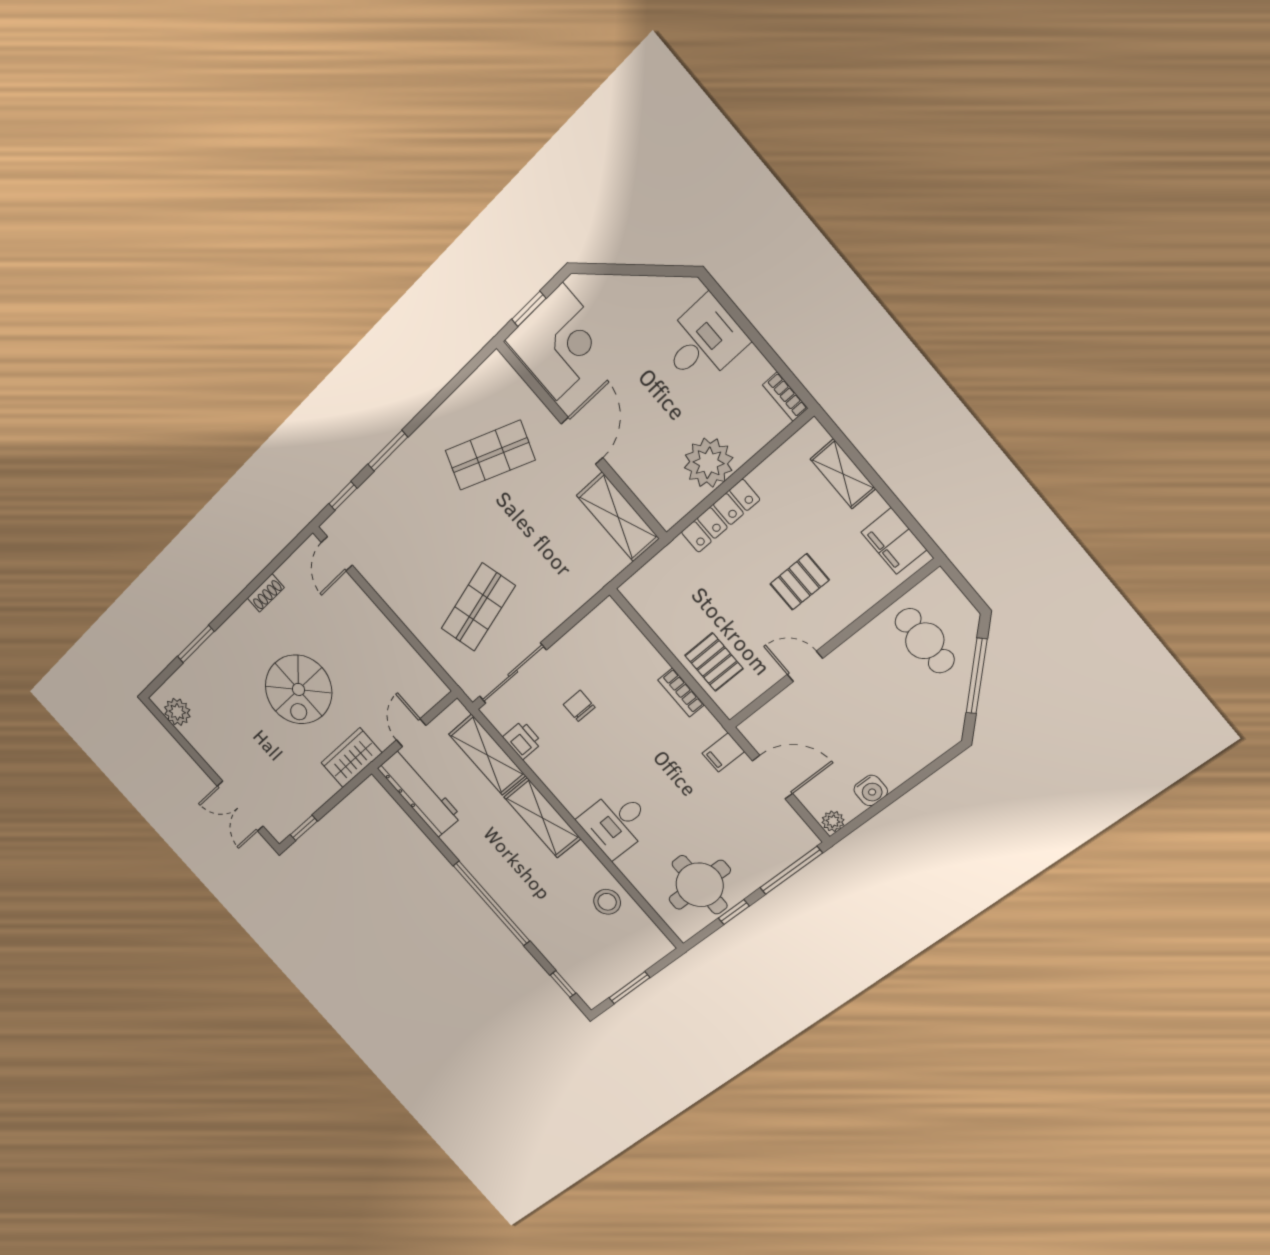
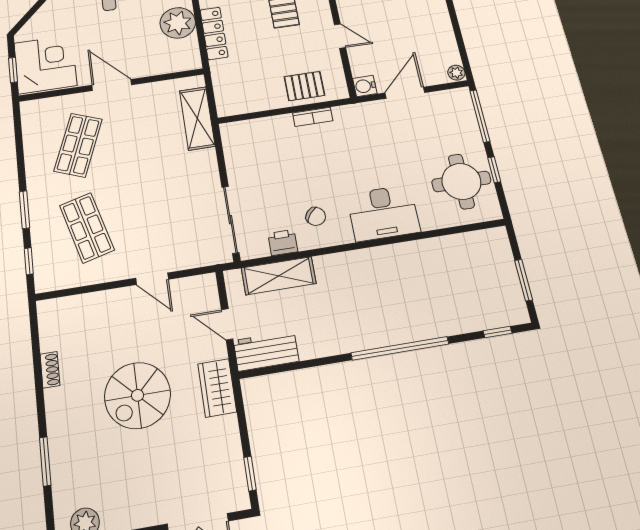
shelving: (618, 517) -> (197, 118), moved, turned 90
door: (337, 554) -> (152, 279), moved
shop shelf: (478, 607) -> (87, 228), moved
door: (805, 666) -> (340, 36), swing flipped
spiral stairs: (298, 689) -> (137, 395), turned 90
chair: (579, 706) -> (316, 216), moved, turned -141
filing cabinet: (723, 752) -> (370, 113), removed
water cooler: (871, 790) -> (365, 86), moved, turned 180
workbench: (420, 793) -> (266, 351), width x0.73
shelving: (542, 818) -> (351, 264), removed
desk: (616, 823) -> (383, 213), width x1.37
stool: (607, 902) -> (443, 255), removed

